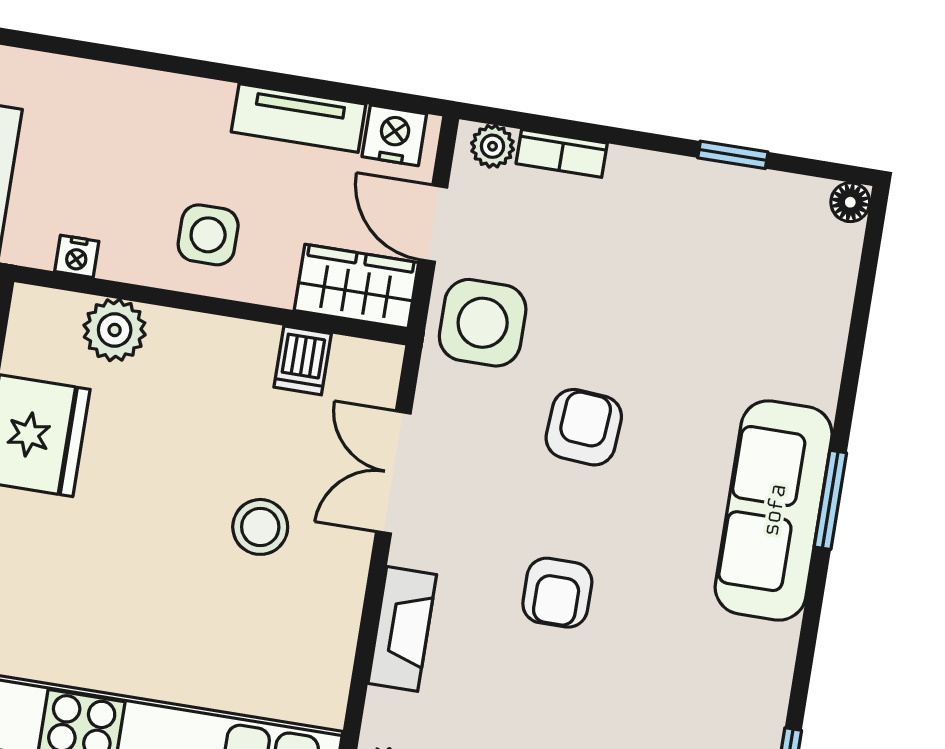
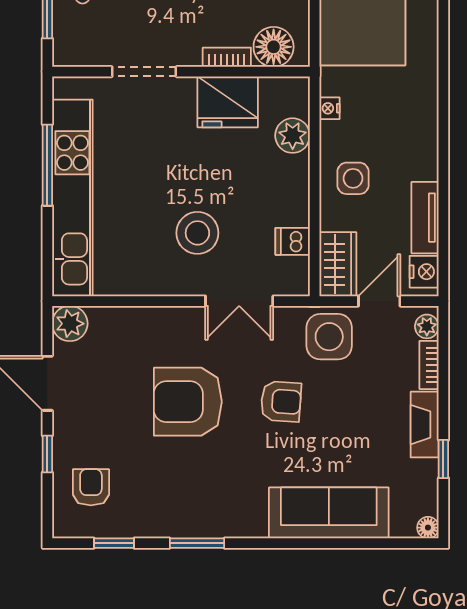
double door: (393, 472) -> (239, 301), swing flipped
window: (830, 500) -> (197, 543), moved
sofa: (774, 510) -> (329, 513), moved
stool: (260, 527) -> (197, 233), width x1.38, depth x1.38
armchair: (557, 593) -> (188, 402), width x1.88, depth x1.88
fireplace: (402, 629) -> (425, 425), moved, turned 90

